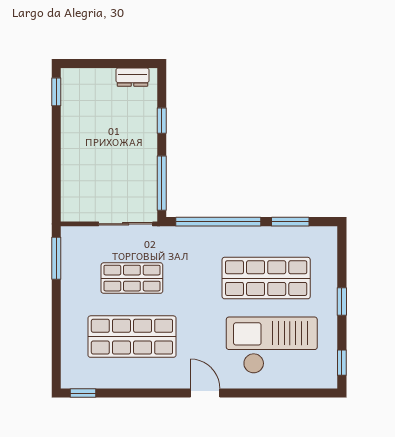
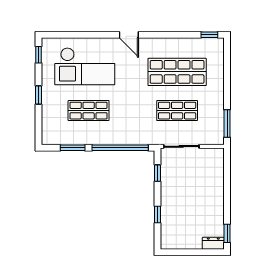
dresser: (132, 77) -> (213, 243), moved
window: (162, 183) -> (157, 173), width x0.46
shop shelf: (266, 278) -> (89, 111), width x0.70, depth x0.74

